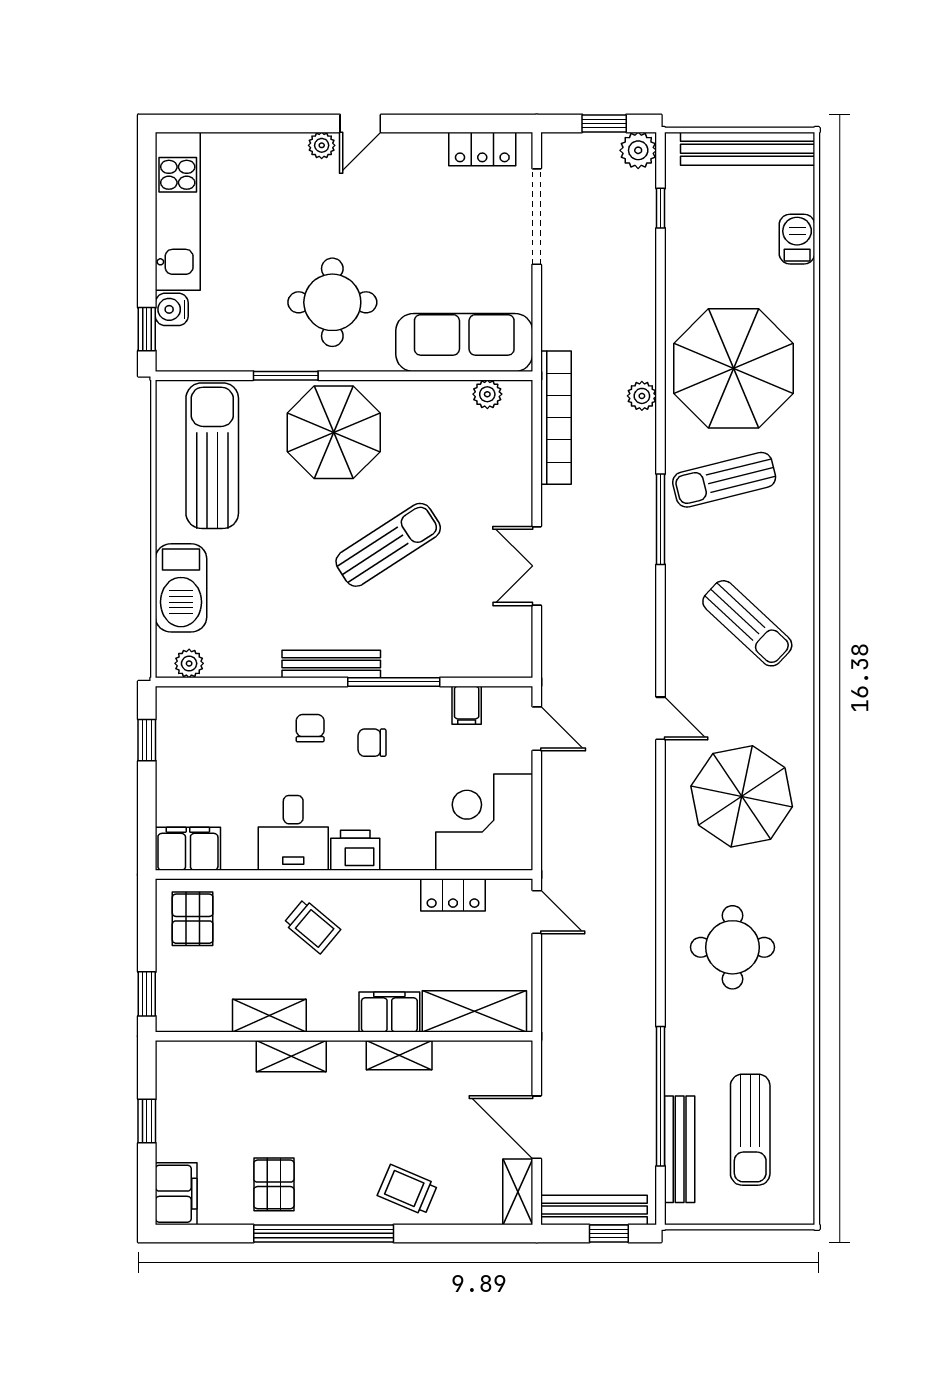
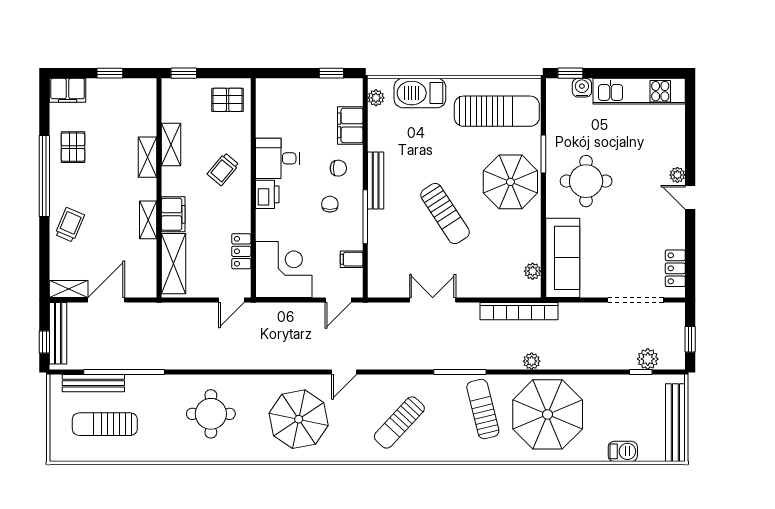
plant: (638, 150) -> (648, 359), moved
filing cabinet: (188, 849) -> (350, 125), moved, turned 180
pallet: (274, 1184) -> (73, 147), turned 90

